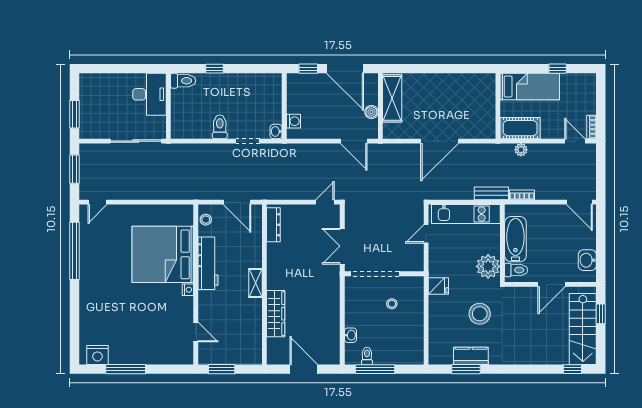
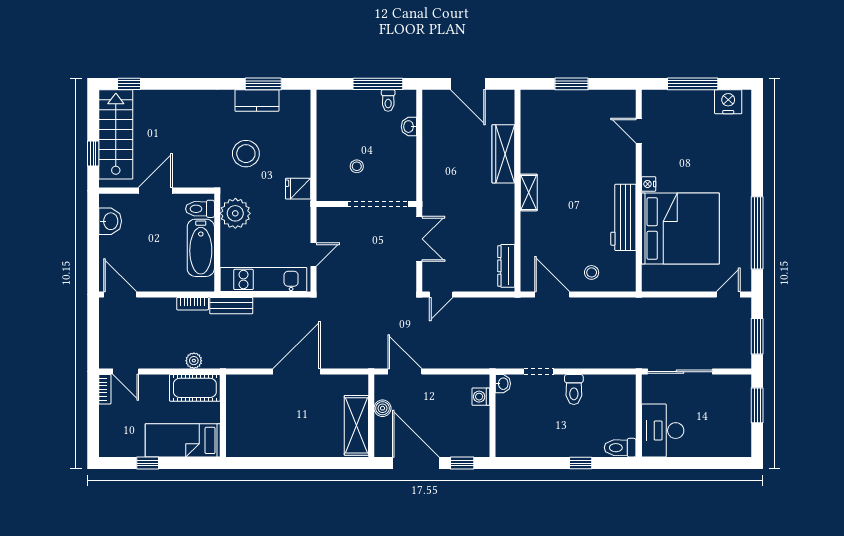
bed: (163, 254) -> (680, 229), moved
workbench: (208, 263) -> (623, 217), moved
wall: (196, 284) -> (639, 191), moved
nightstand: (188, 290) -> (649, 184), moved
door: (196, 332) -> (639, 131), moved

